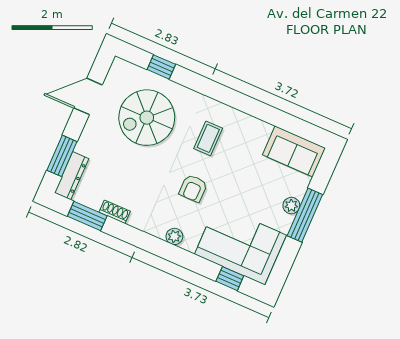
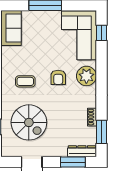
armchair: (193, 188) -> (58, 77), turned 90
plant: (291, 206) -> (43, 16), removed
plant: (174, 236) -> (86, 76), width x1.88, depth x1.88

